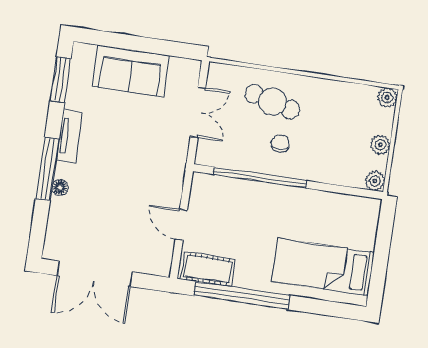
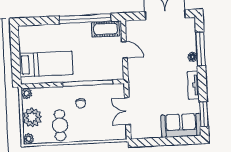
sofa: (131, 71) -> (181, 125), moved
cafe table: (272, 102) -> (60, 125), moved, turned 75
plant: (380, 145) -> (32, 117), width x1.87, depth x1.87
window: (47, 169) -> (201, 49), moved
bed: (323, 267) -> (46, 64), moved

